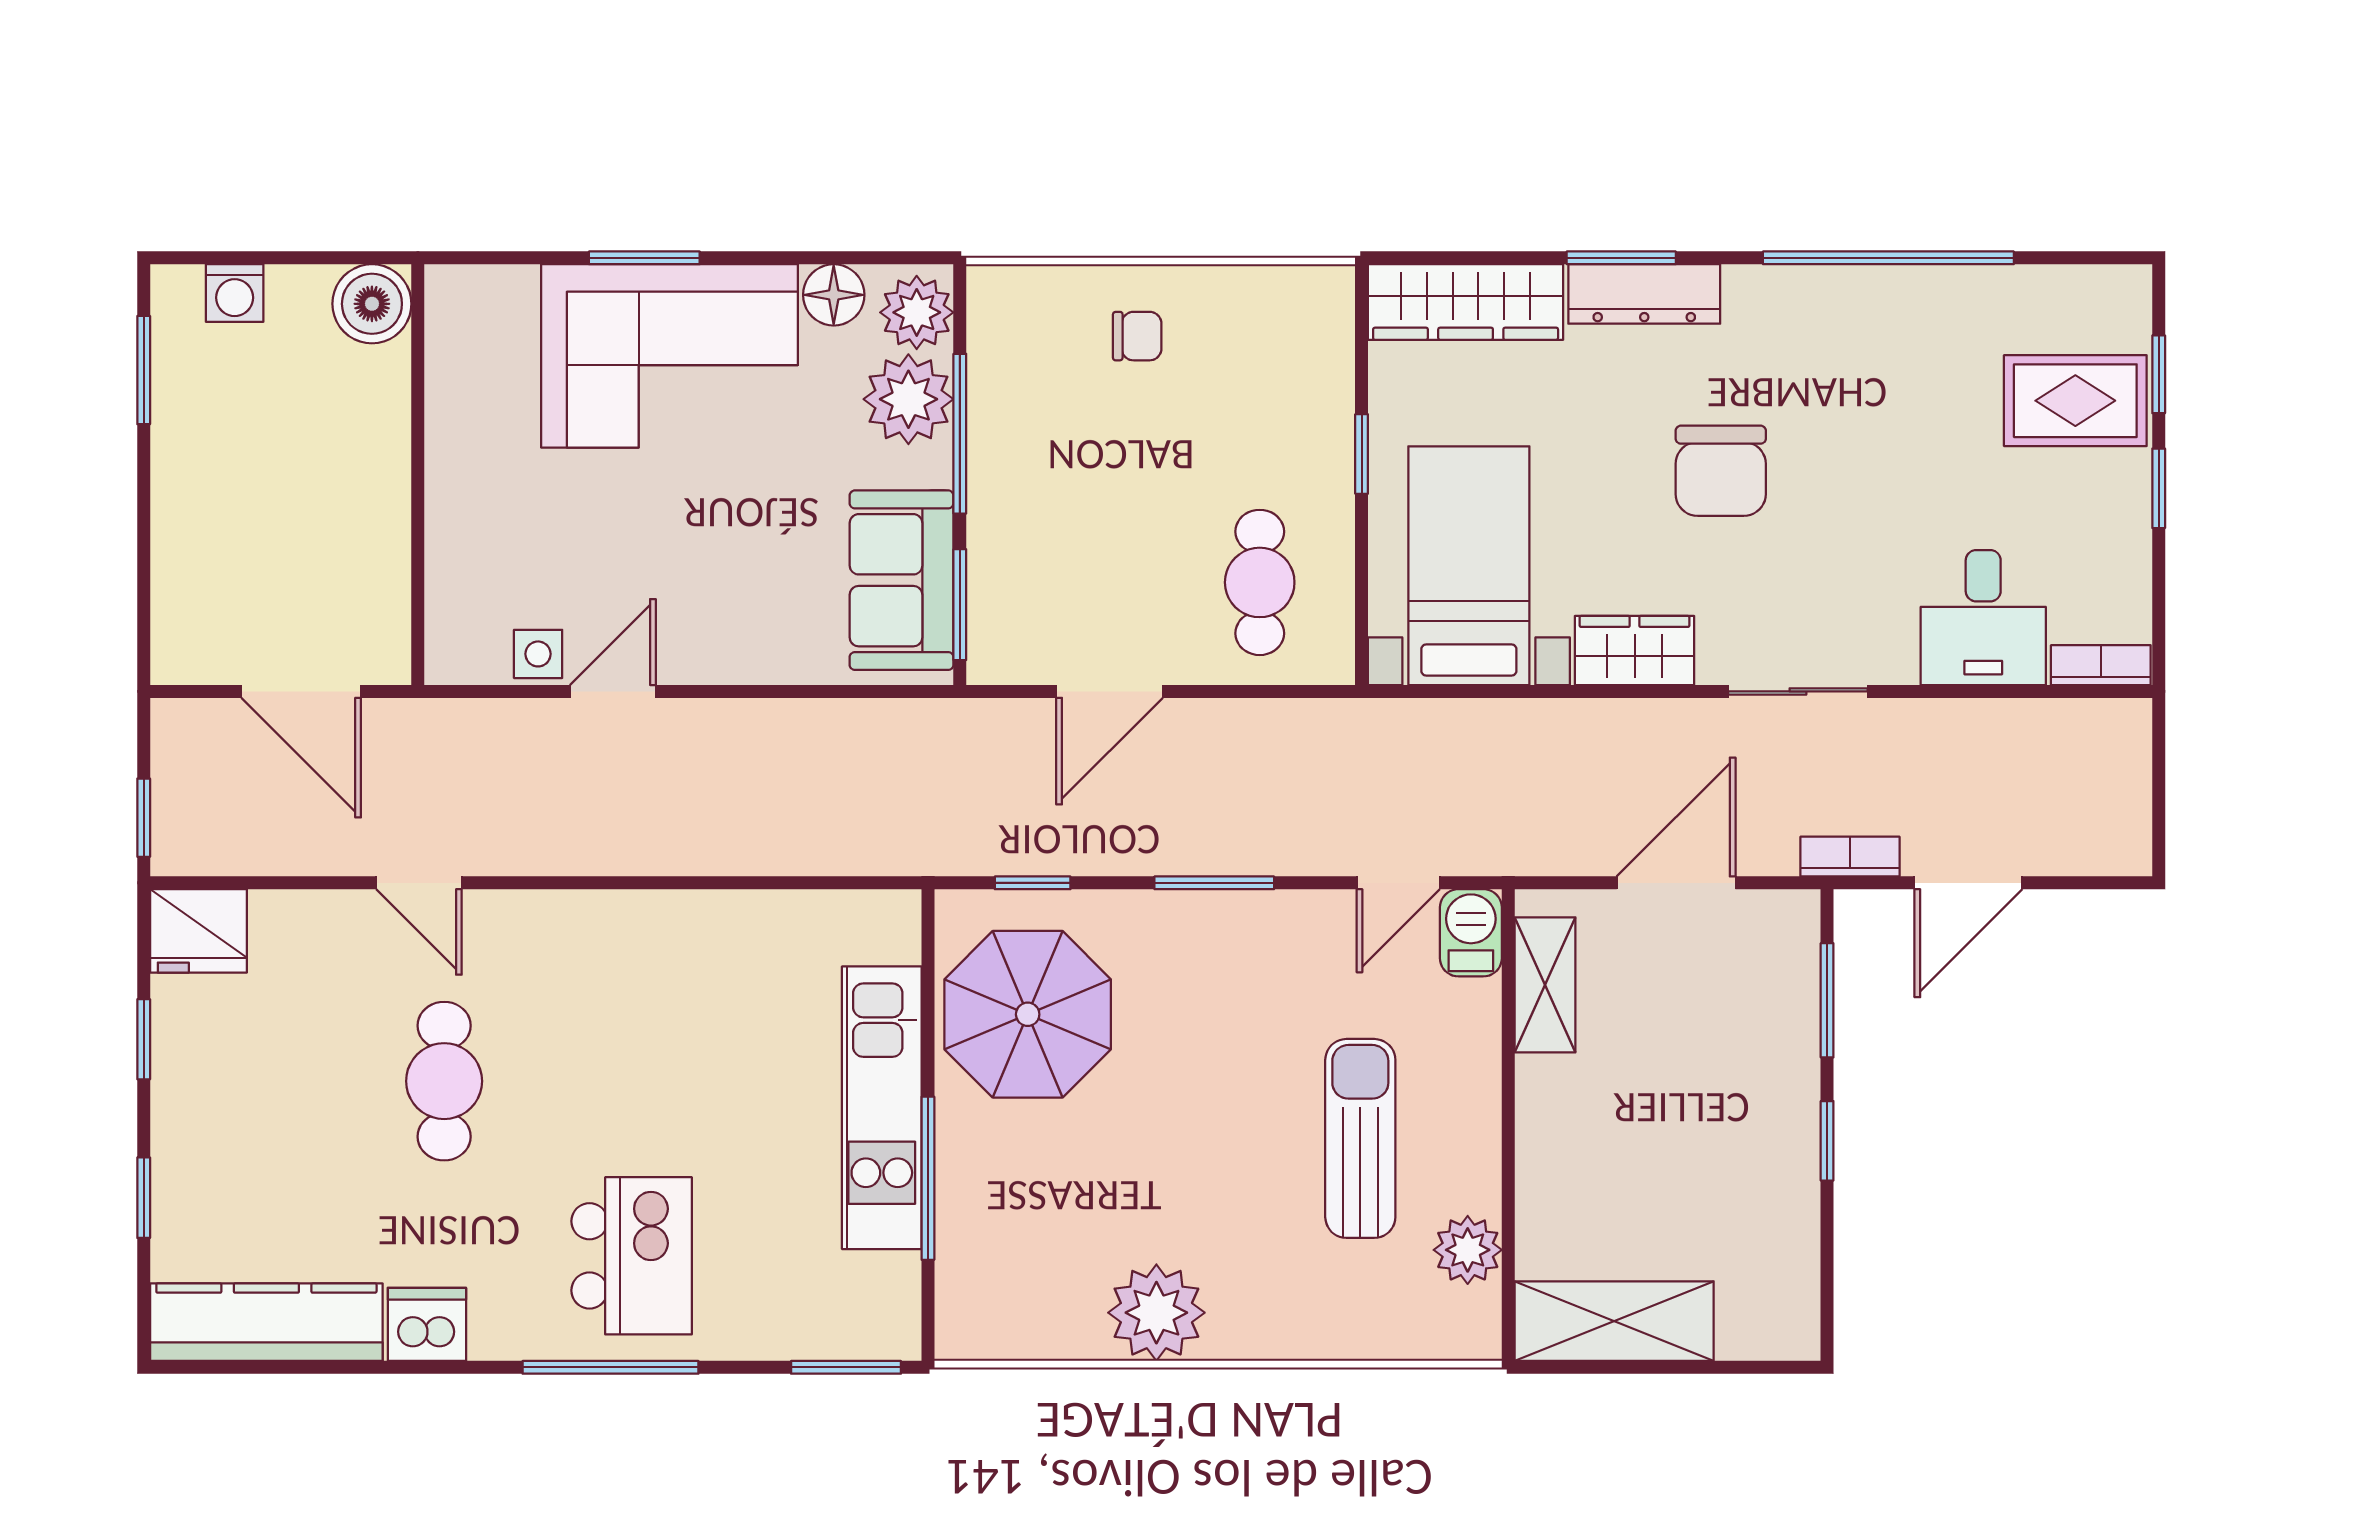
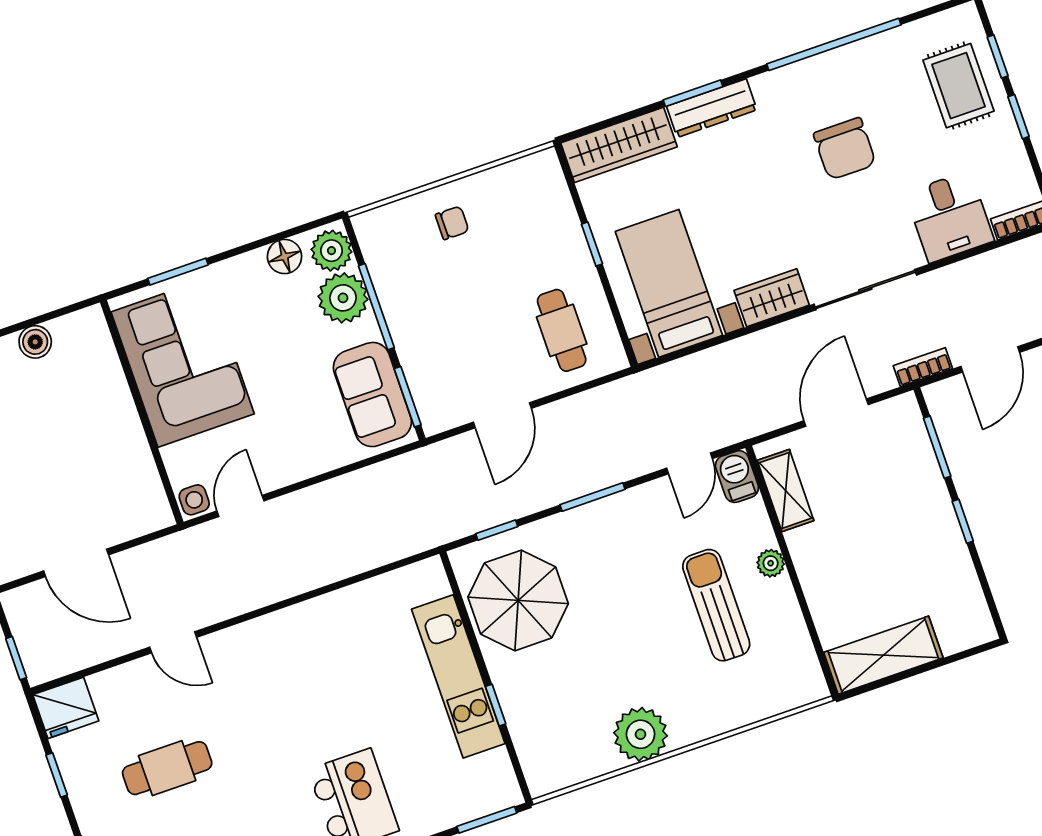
boiler: (372, 304) -> (35, 342), width x0.73, depth x0.73
corner sofa: (670, 356) -> (183, 363), moved, turned -90
rug: (2075, 401) -> (959, 86), turned 90
chair: (1721, 471) -> (845, 149), moved
wall: (418, 475) -> (142, 412), moved
sliding door: (1798, 691) -> (865, 290), width x1.37
cafe table: (444, 1081) -> (167, 768), moved, turned 90
window: (928, 1178) -> (496, 705), width x0.46
plant: (1468, 1250) -> (771, 563), moved, width x0.73, depth x0.73

